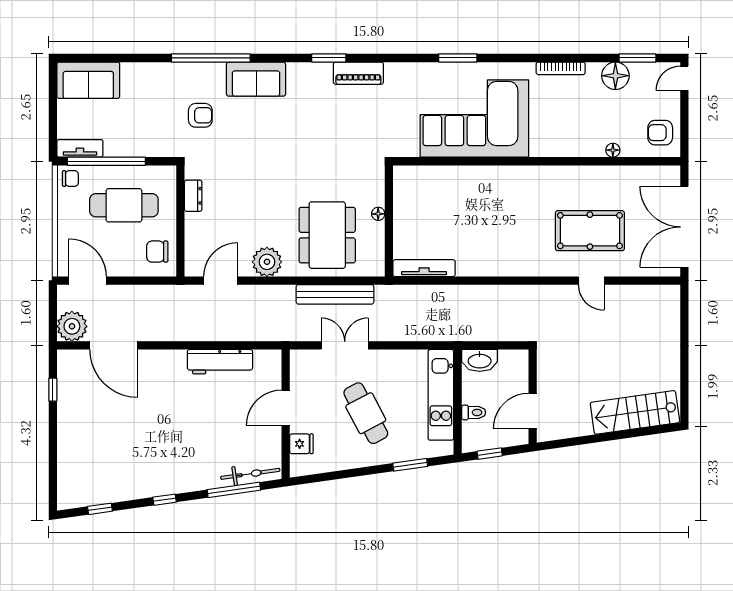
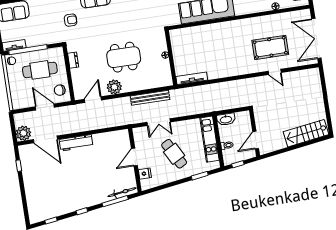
dining table: (327, 235) -> (124, 57), moved, turned 90
door: (87, 281) -> (45, 107), moved
double door: (345, 345) -> (159, 122), swing flipped
workbench: (220, 362) -> (76, 143), moved

